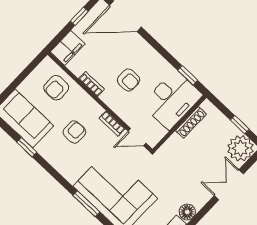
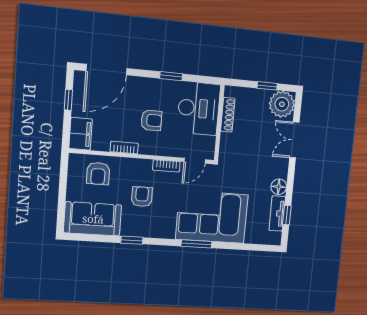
window: (188, 75) -> (171, 76), moved
window: (27, 147) -> (132, 240), moved

